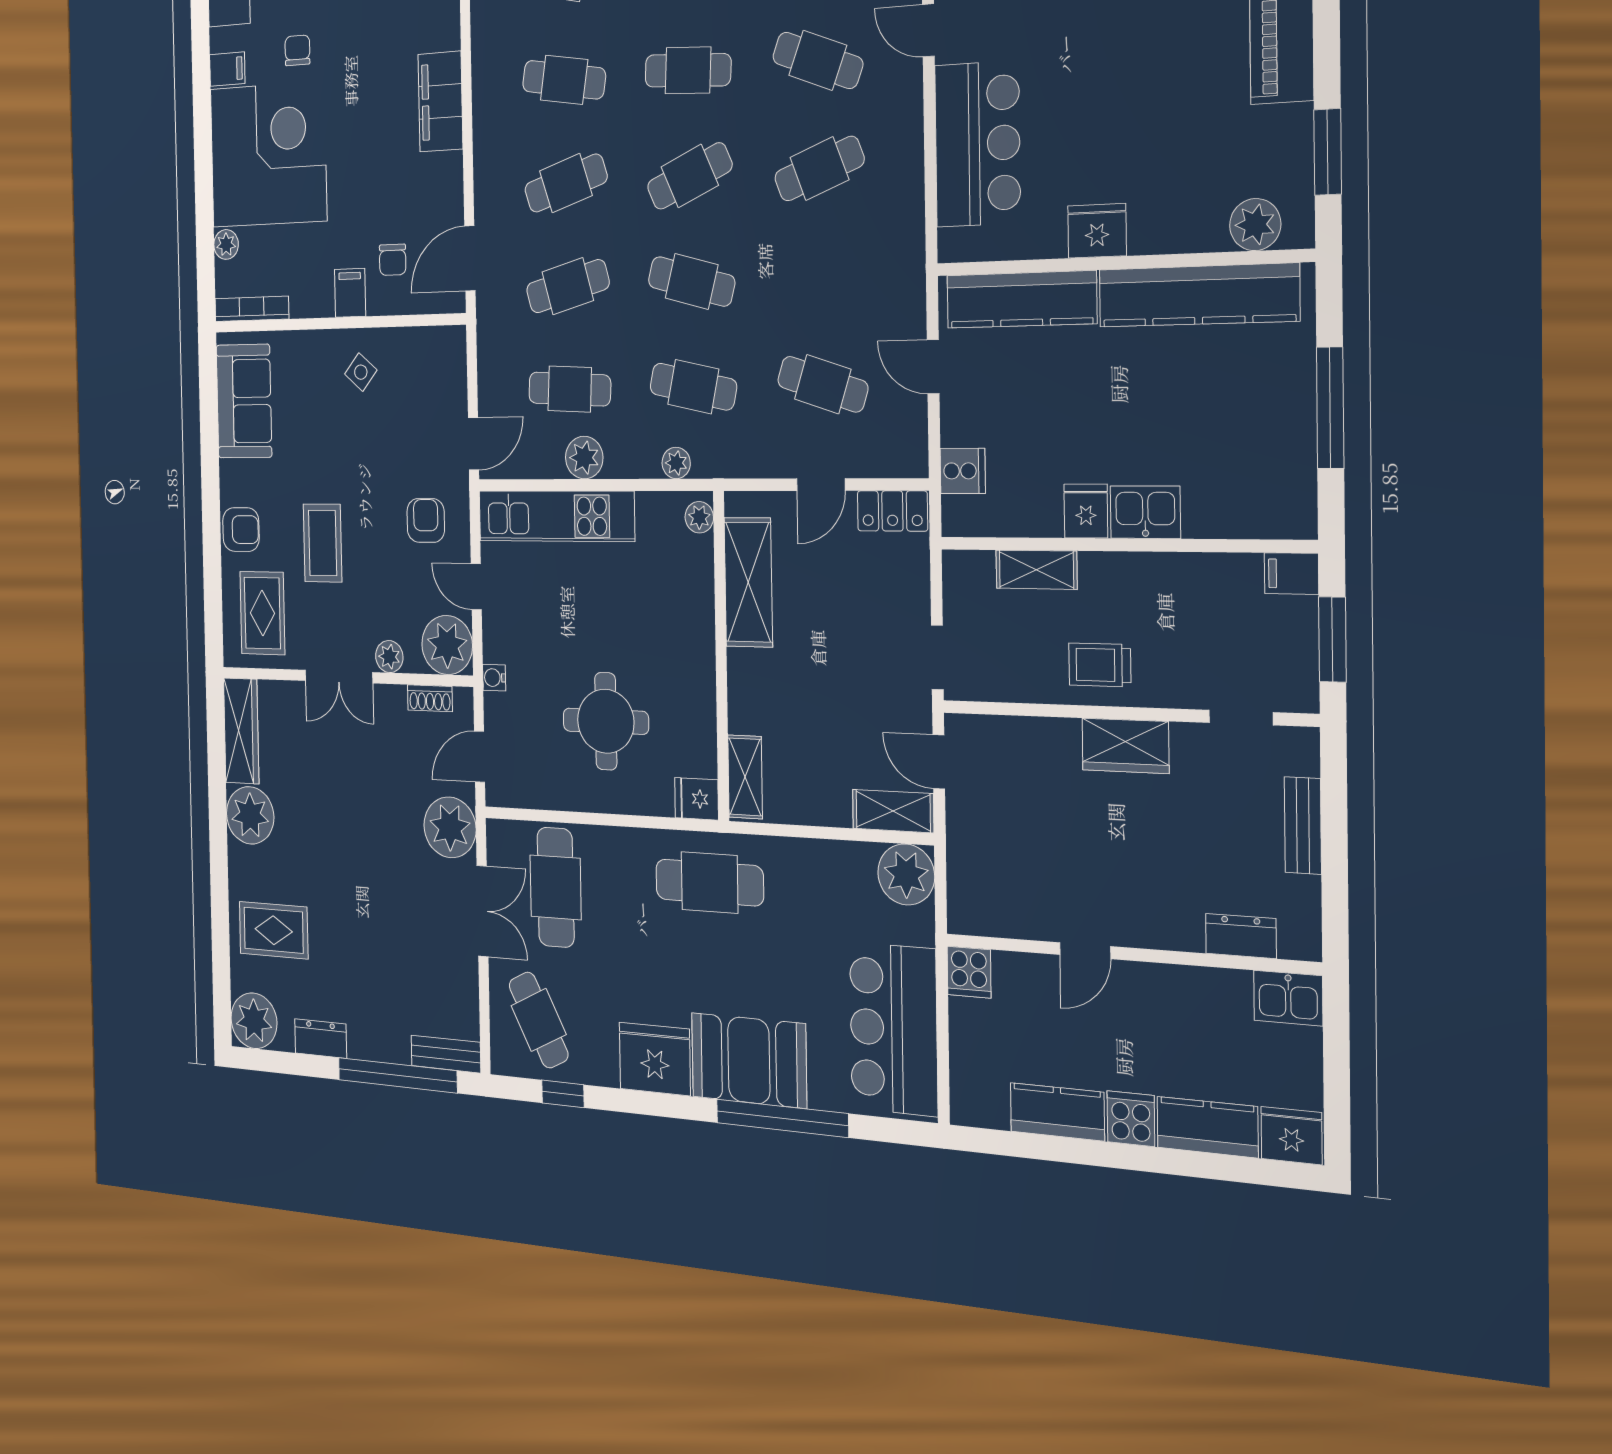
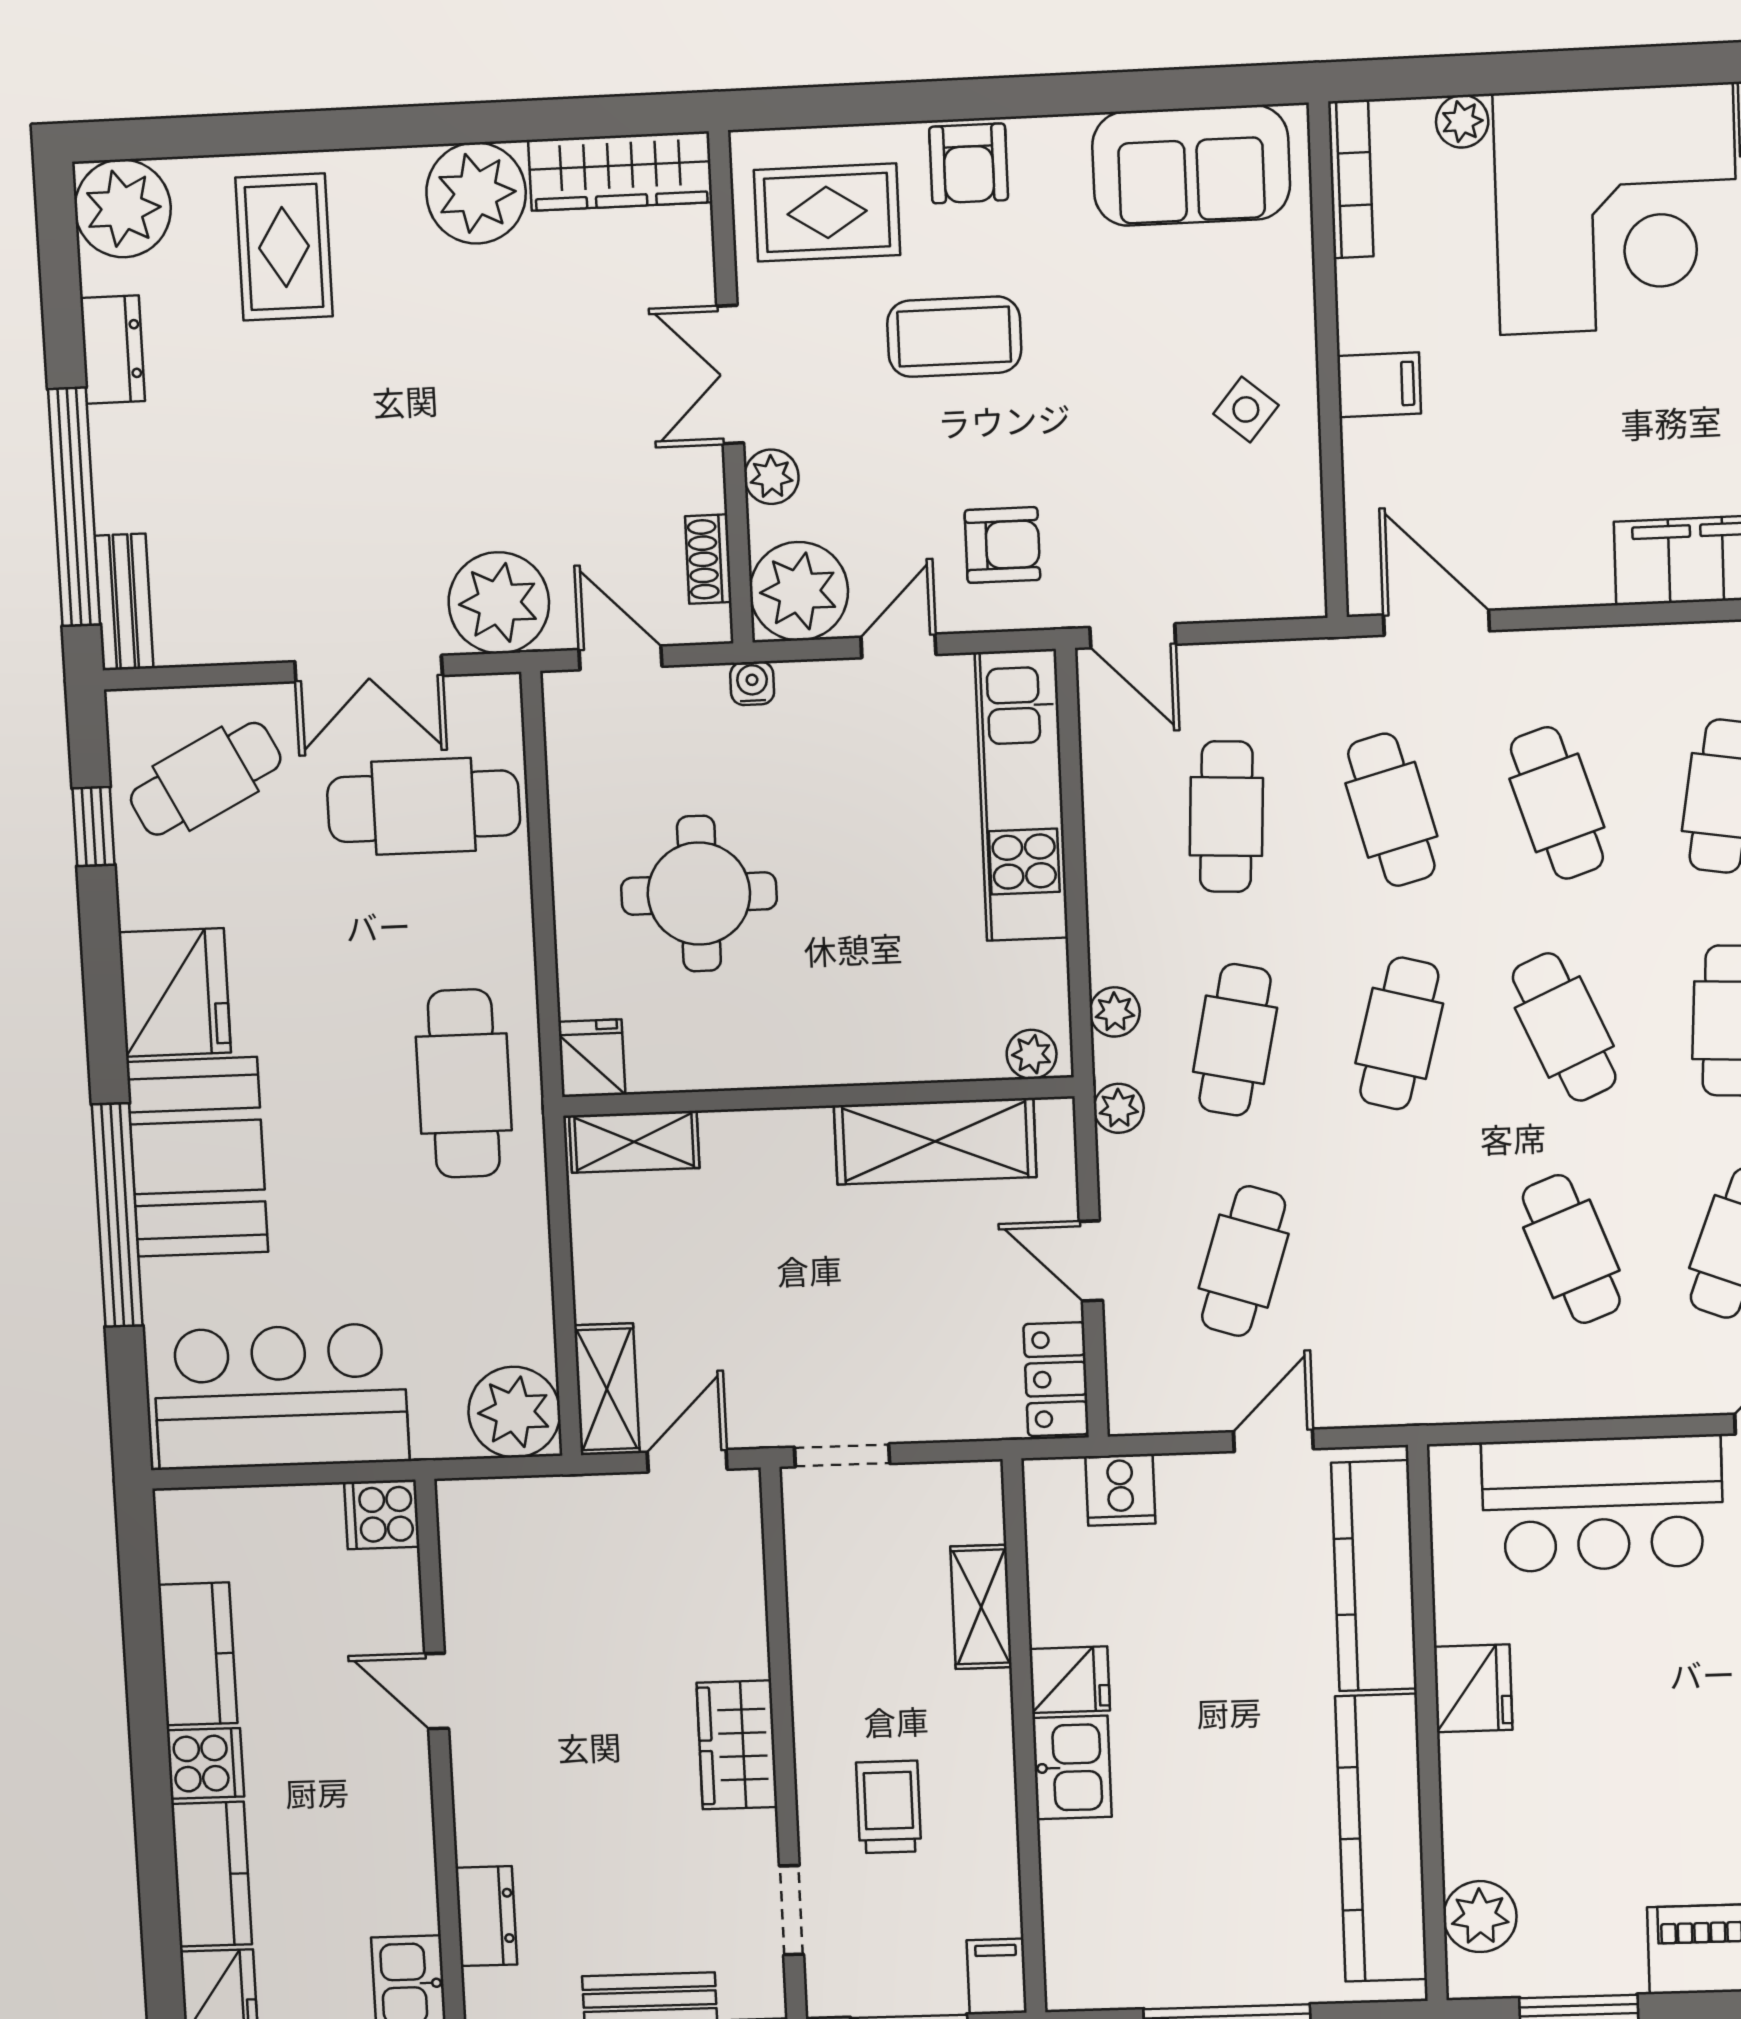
chair: (393, 260) -> (1435, 470), removed
plant: (584, 458) -> (1119, 1108), moved, width x0.73, depth x0.73
trolley: (1100, 665) -> (889, 1807), moved

